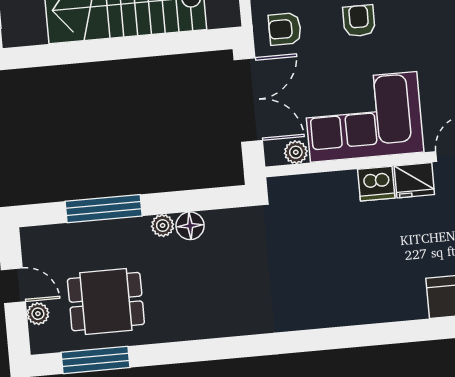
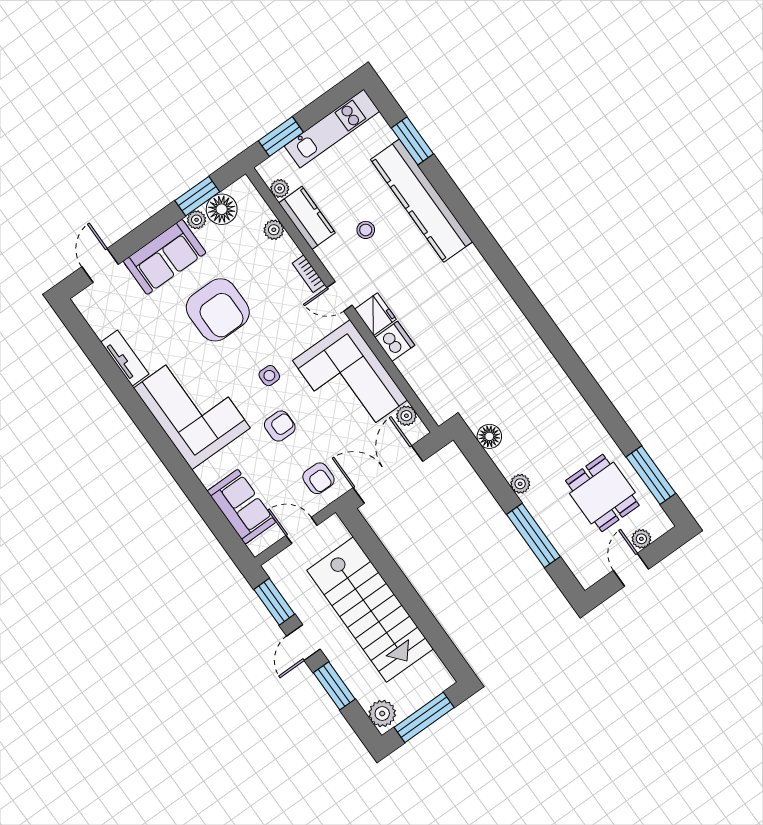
armchair: (359, 21) -> (280, 426), turned 180
side table: (415, 40) -> (269, 376), added
floor lamp: (190, 226) -> (489, 436), moved

